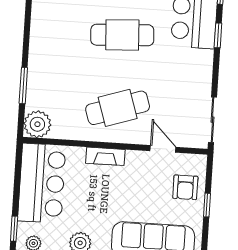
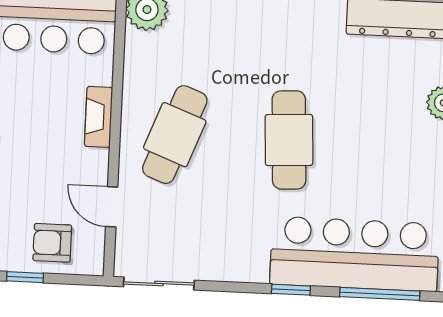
cafe table: (118, 108) -> (175, 135), turned 39
door: (163, 149) -> (112, 207), swing flipped

